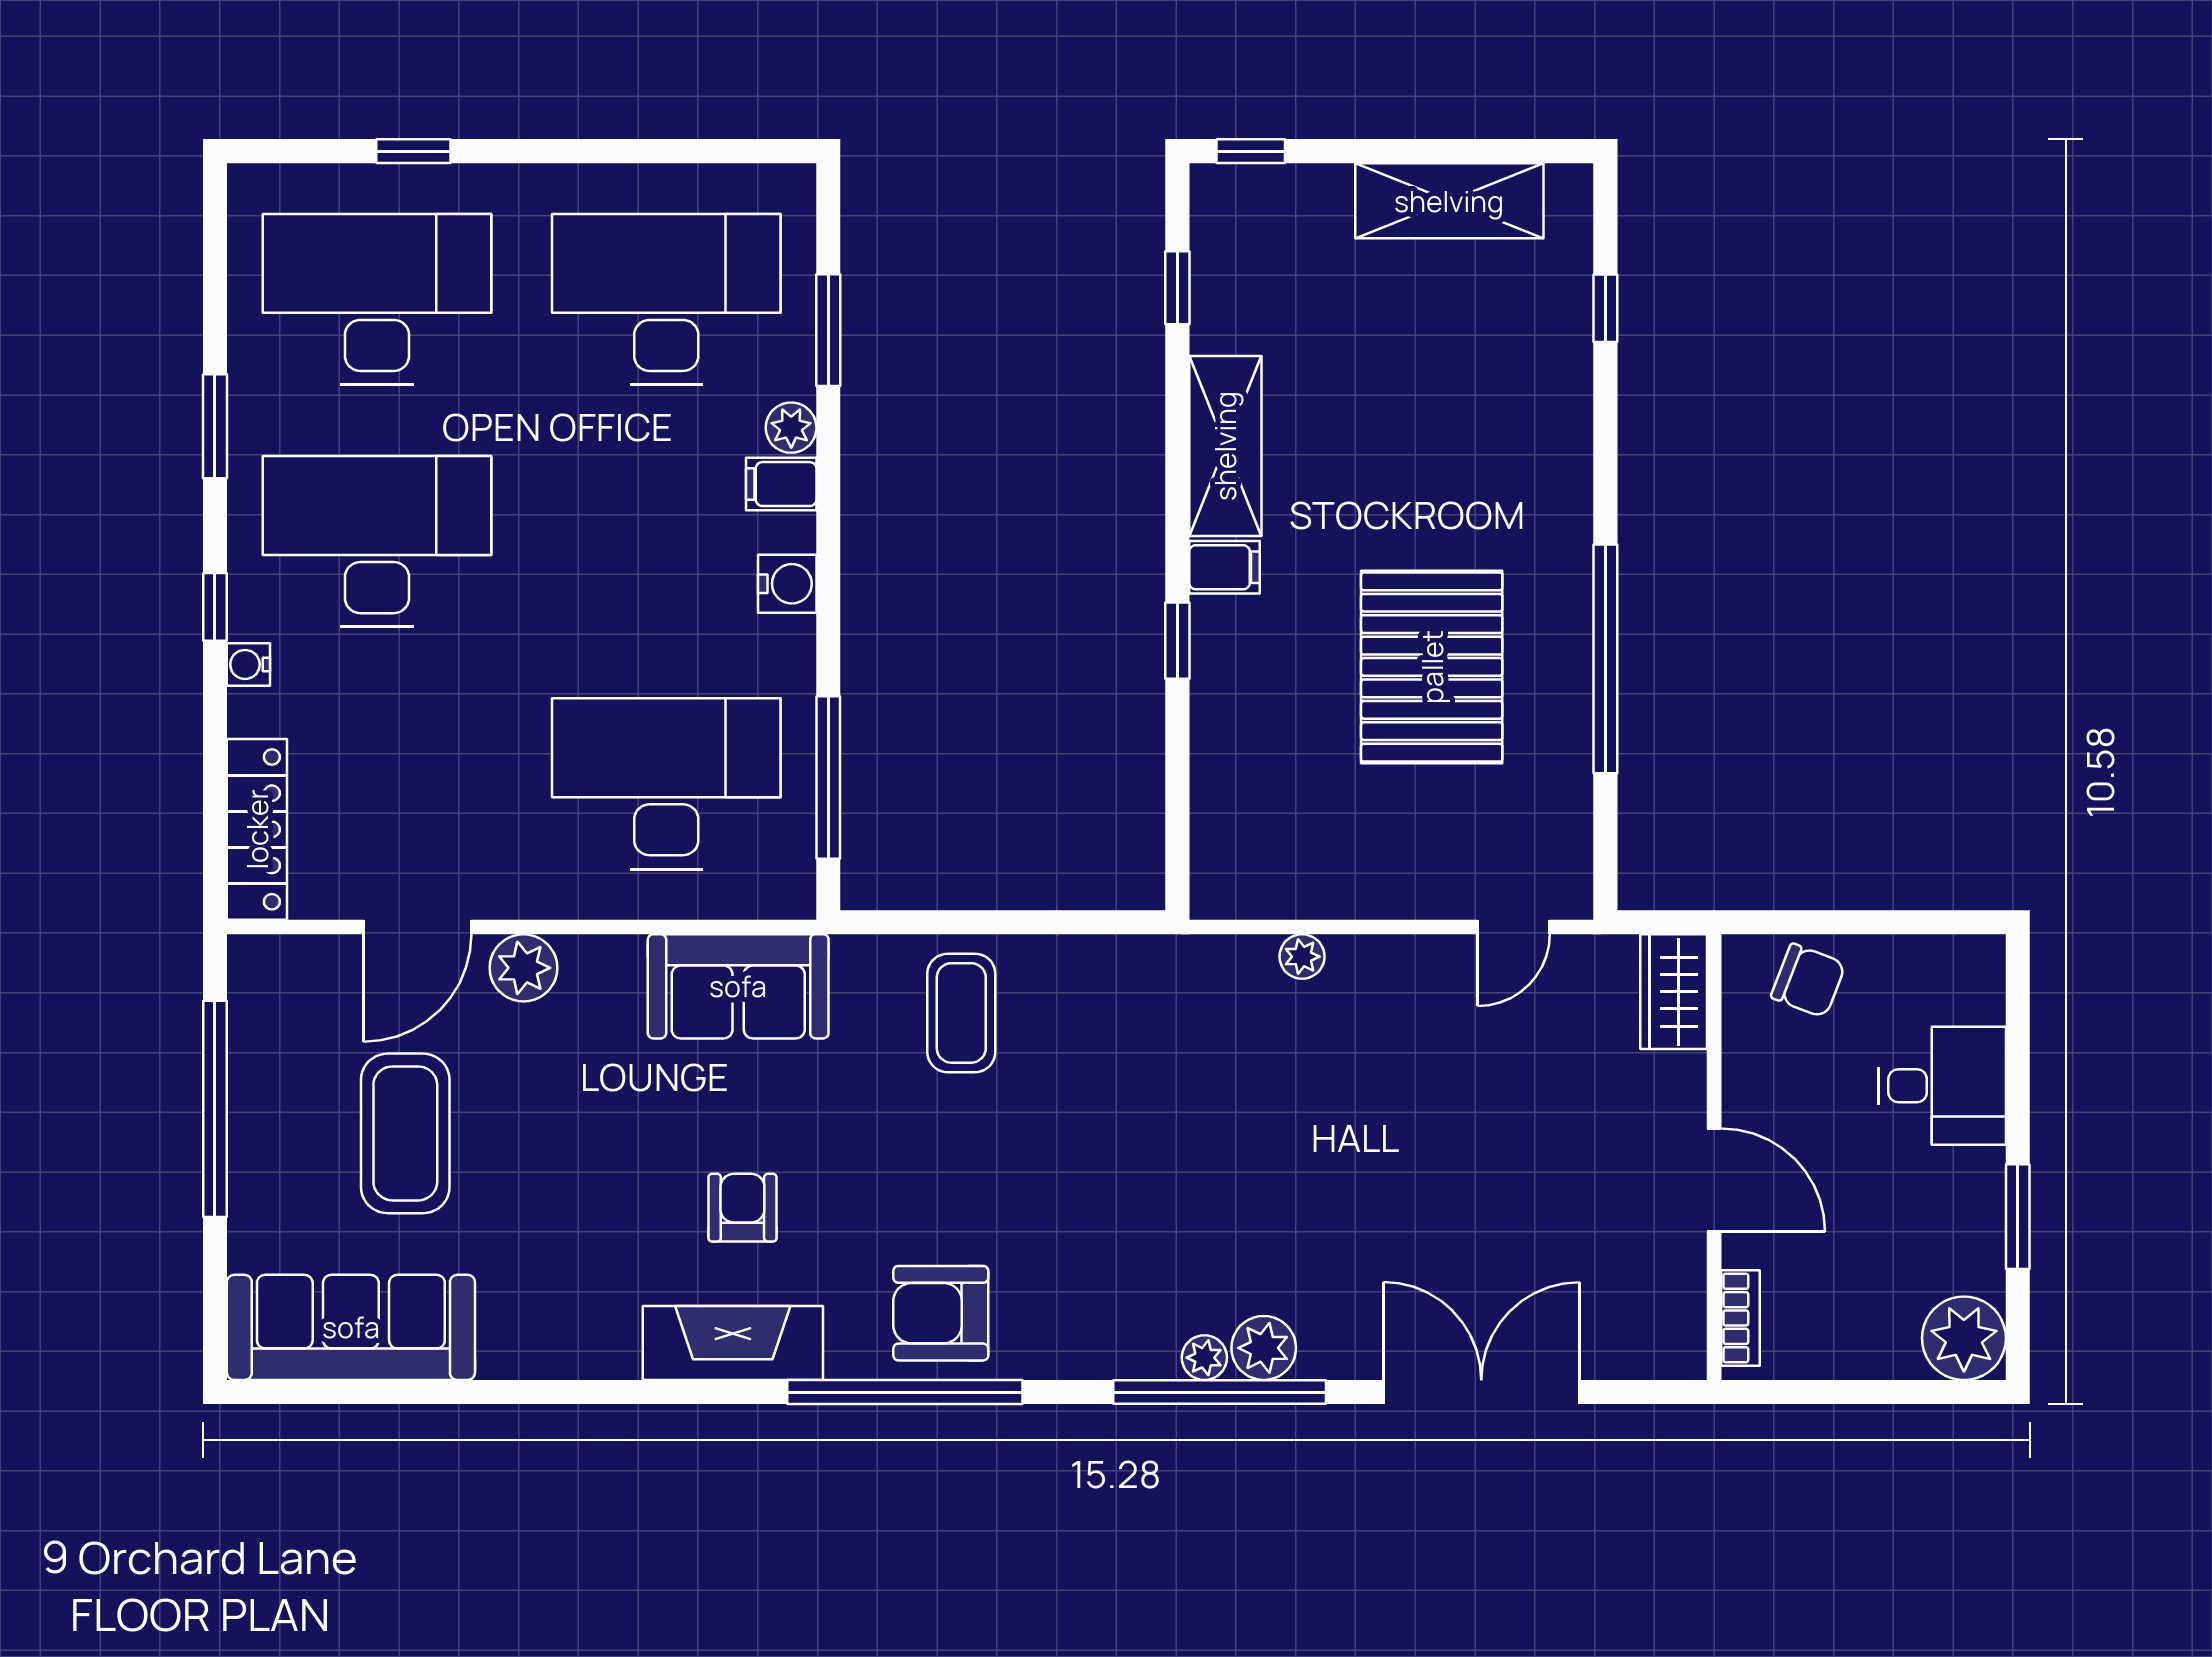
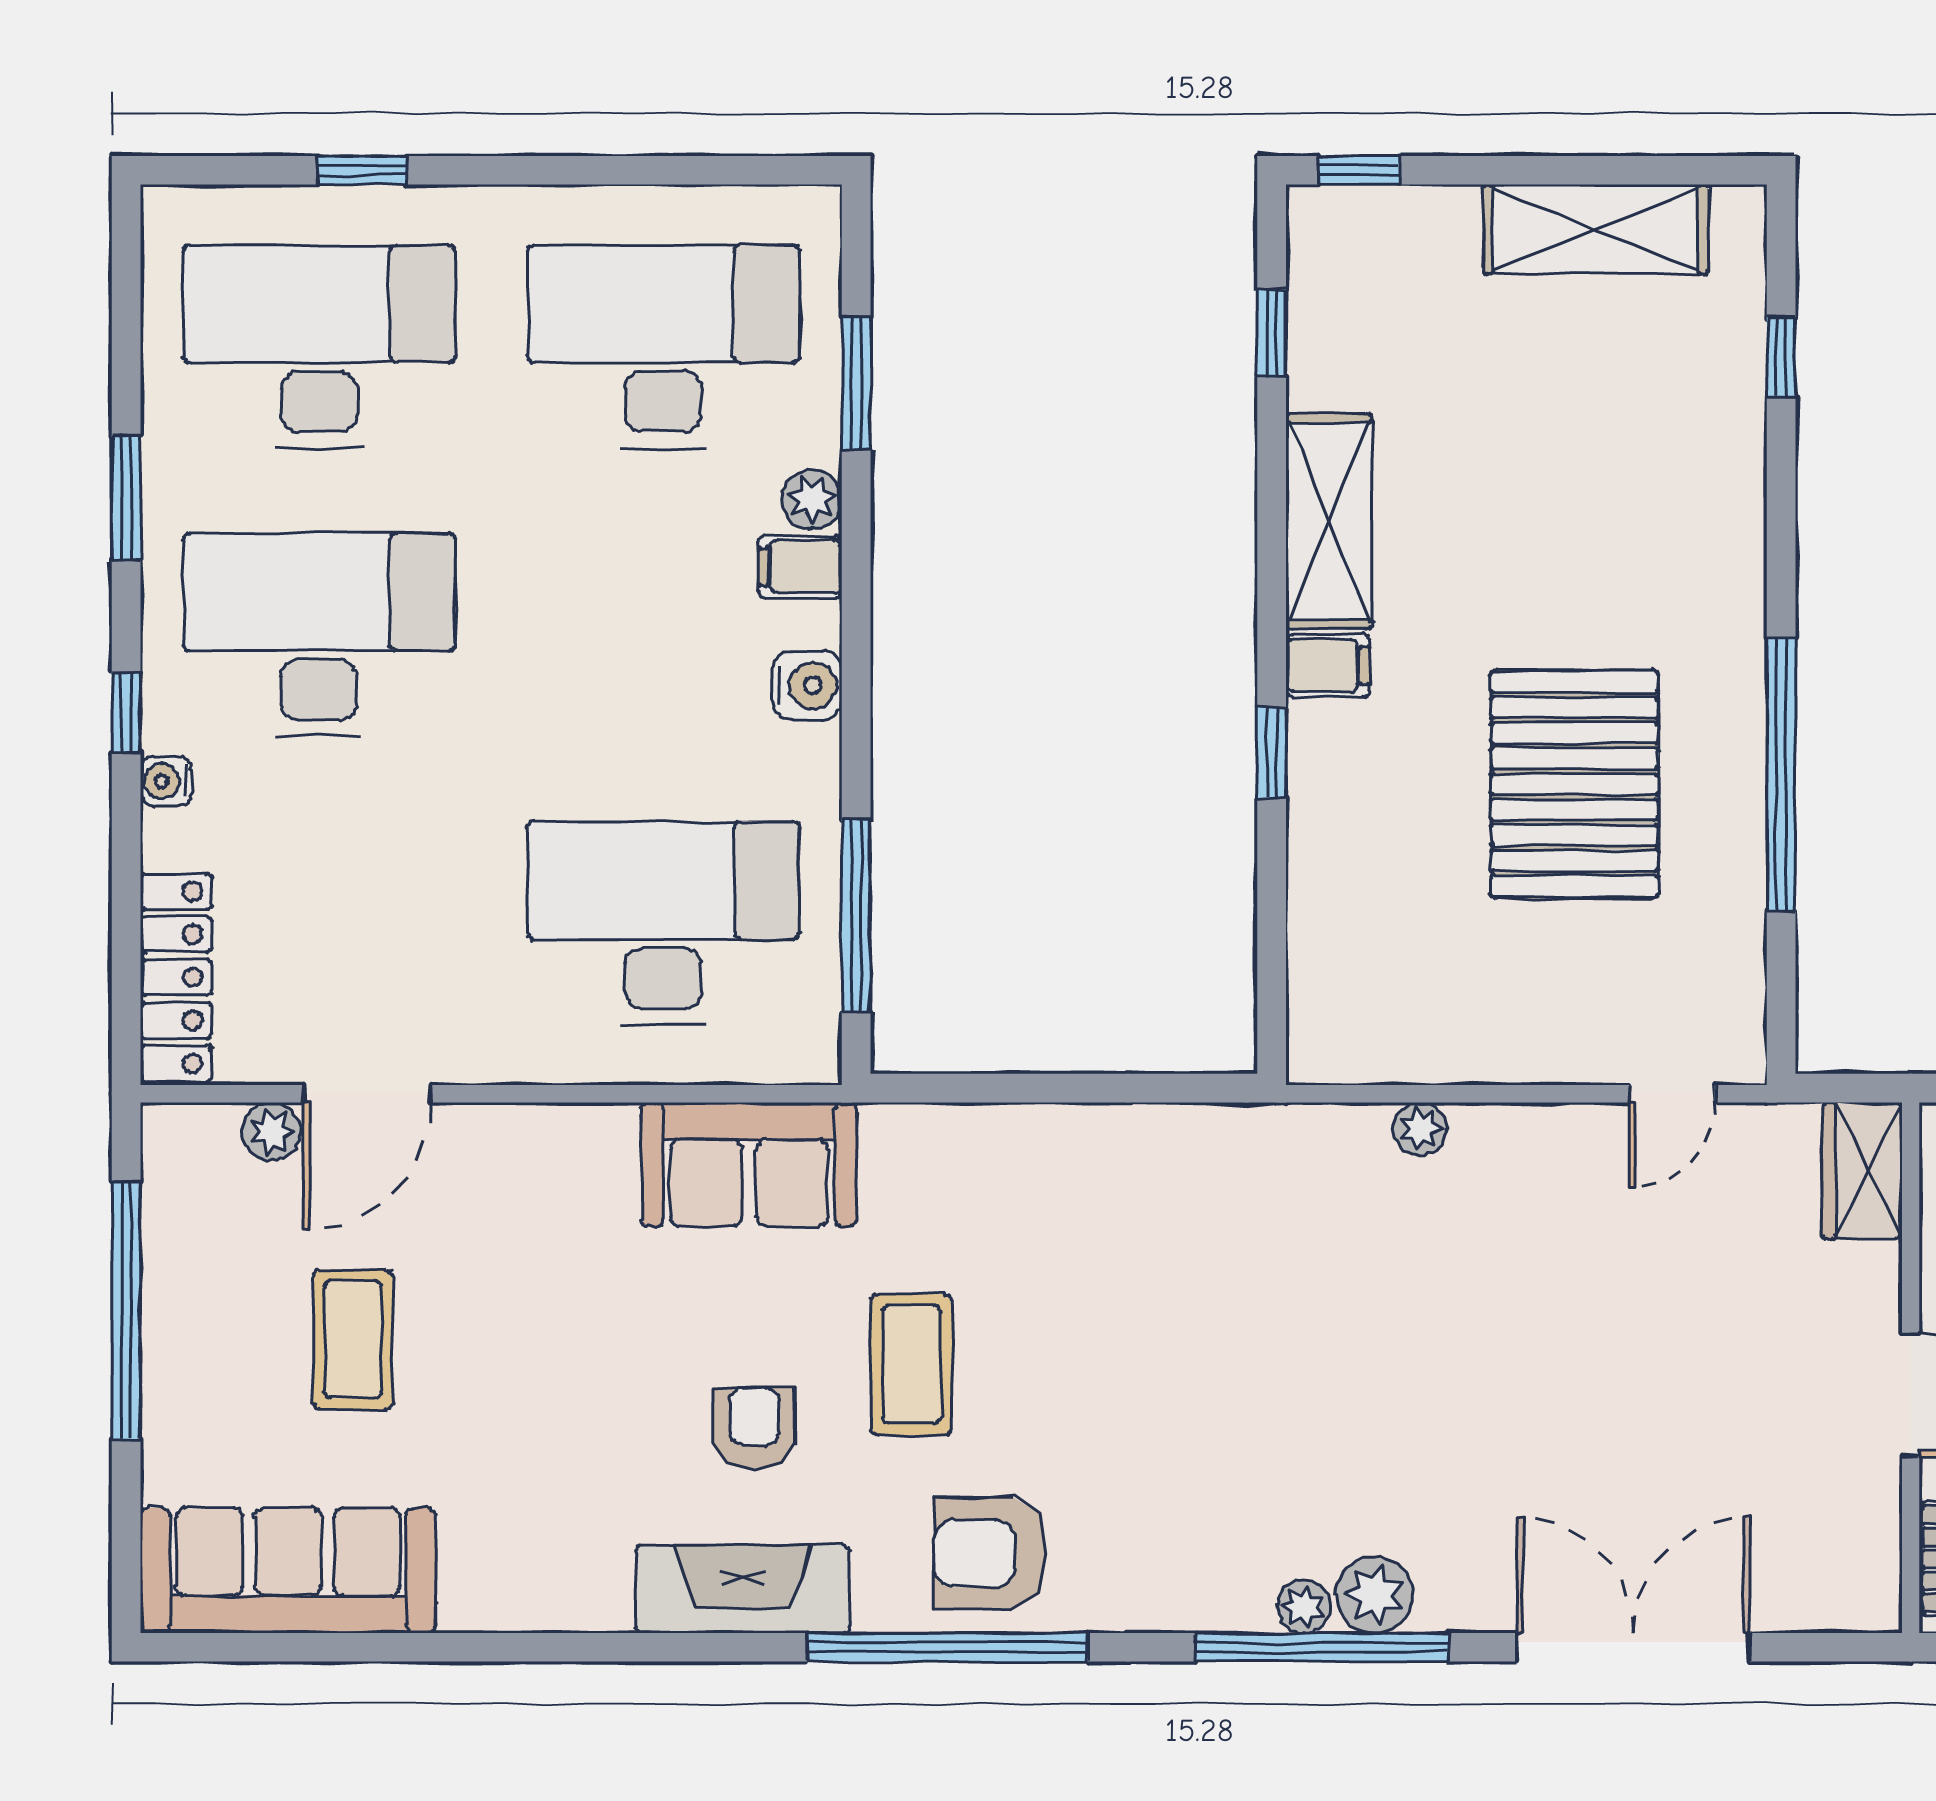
plant: (523, 968) -> (271, 1131), moved, width x0.73, depth x0.73
coffee table: (961, 1013) -> (911, 1364), moved
coffee table: (405, 1133) -> (353, 1339), width x0.73, depth x0.76

